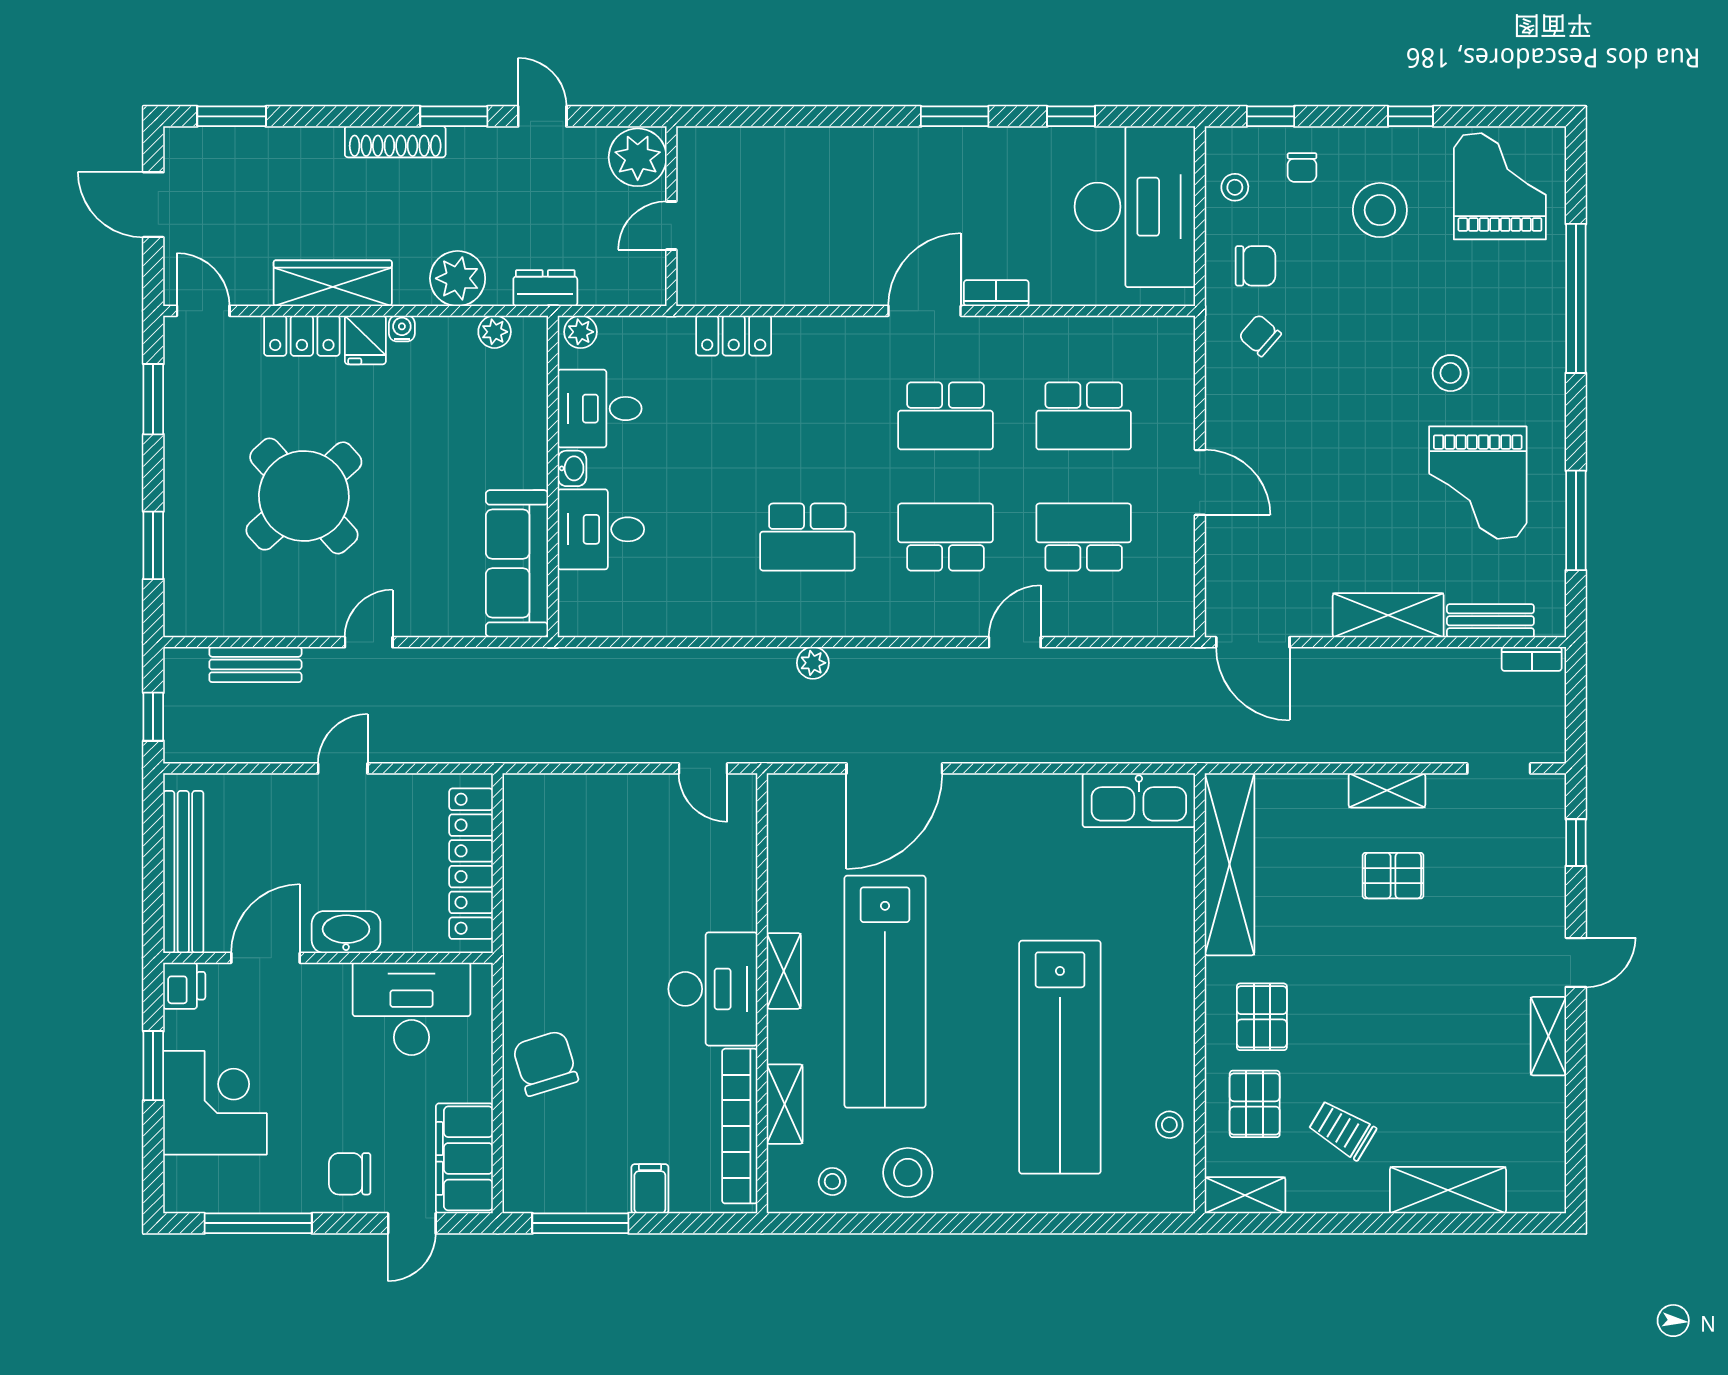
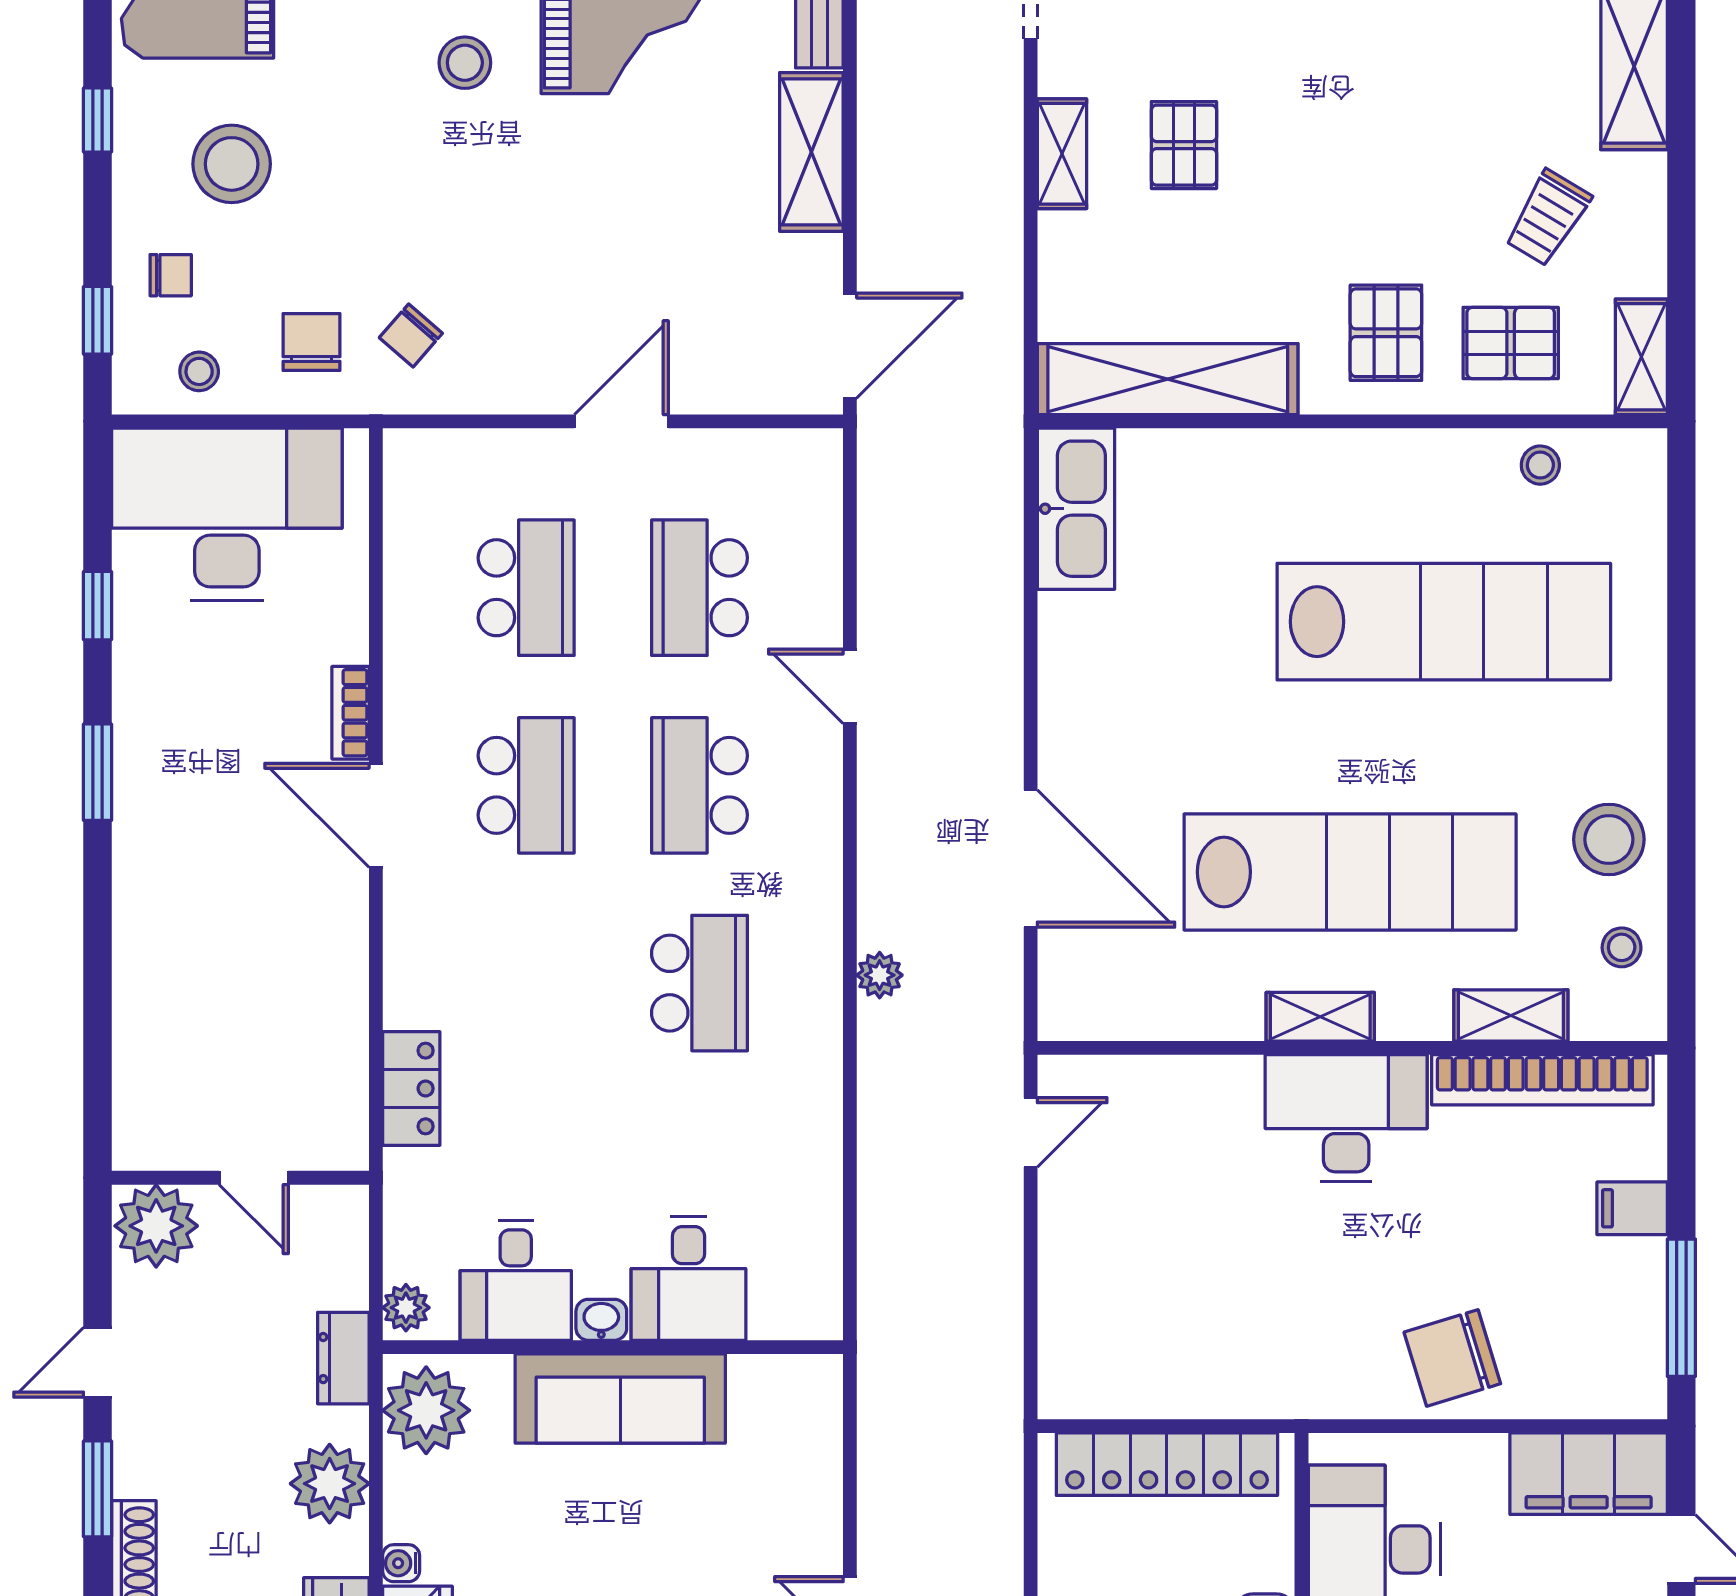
plant: (495, 332) -> (426, 1410), width x1.87, depth x1.87
sofa: (517, 564) -> (620, 1399), moved
pallet: (1262, 1017) -> (1386, 333), turned 90

